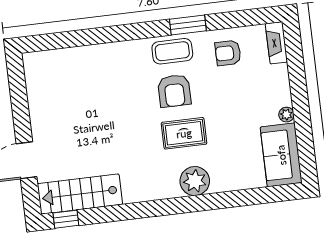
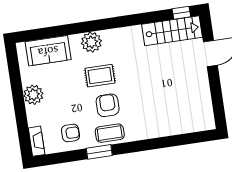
plant: (286, 115) -> (33, 95), width x1.88, depth x1.88
sofa: (281, 155) -> (48, 51), moved, turned 90

